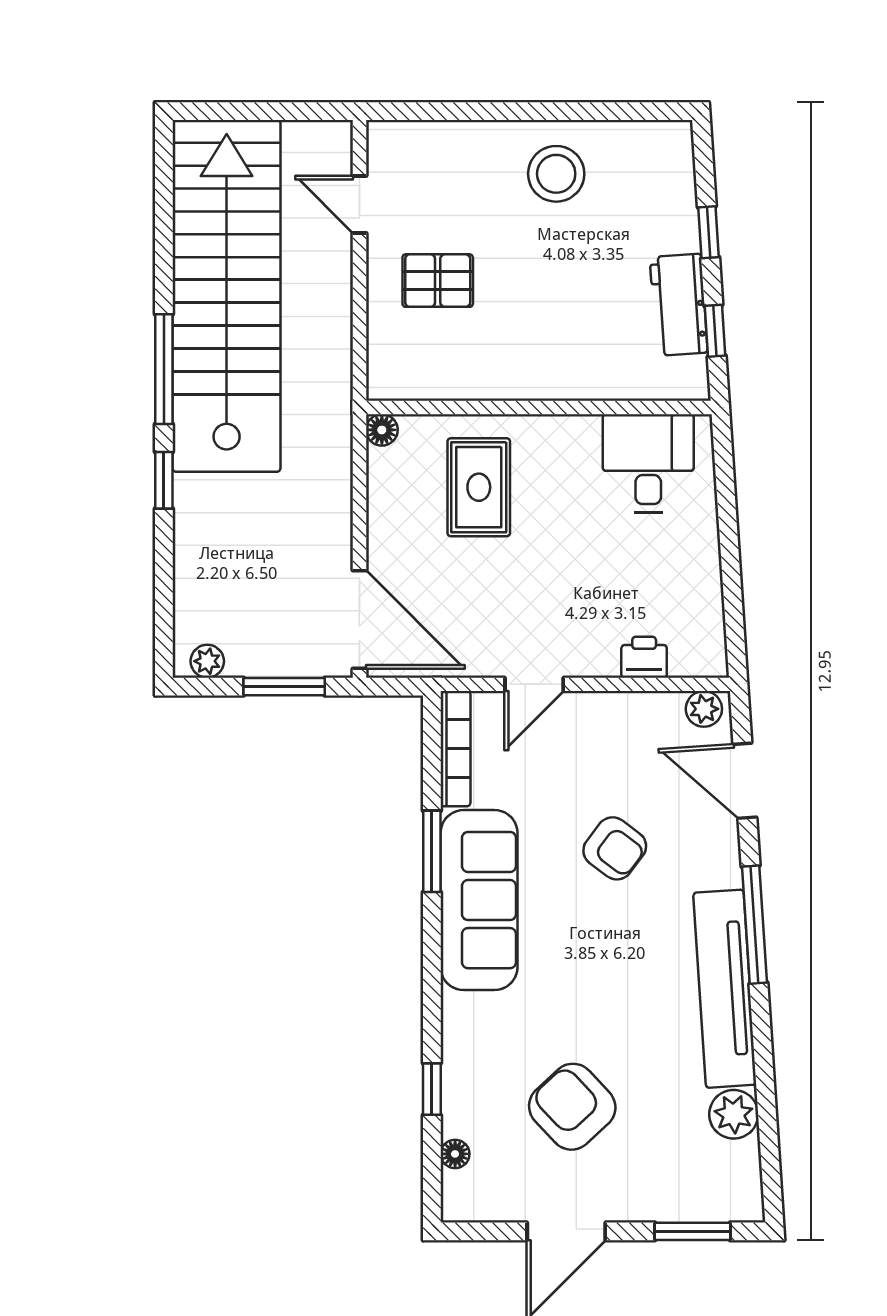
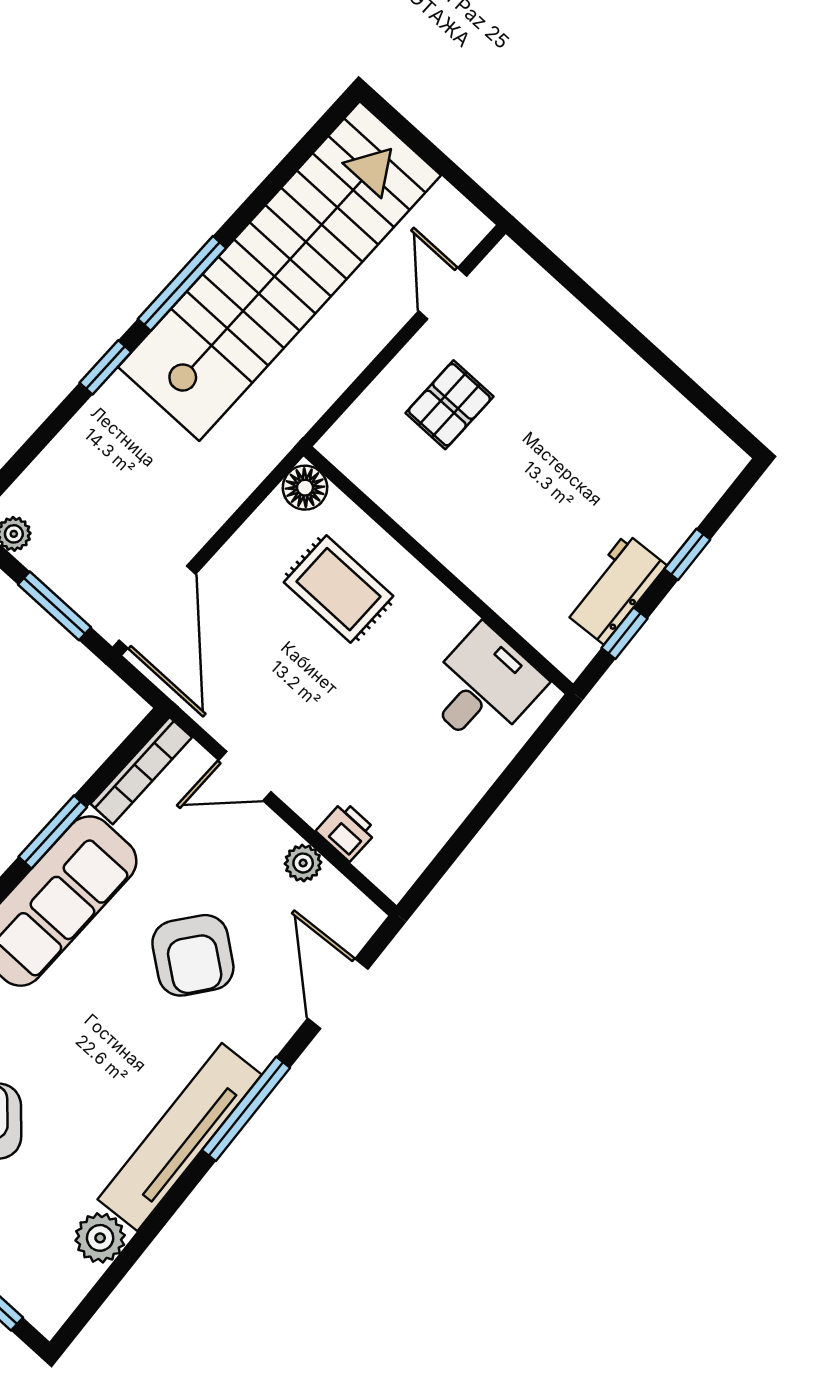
stool: (556, 174) -> (612, 406), removed
pallet: (438, 281) -> (449, 405), turned 90
floor lamp: (382, 430) -> (305, 488), width x1.37, depth x1.37
rug: (479, 487) -> (338, 589), turned 90
plant: (704, 709) -> (303, 863), moved
armchair: (615, 848) -> (193, 955), width x1.38, depth x1.38

